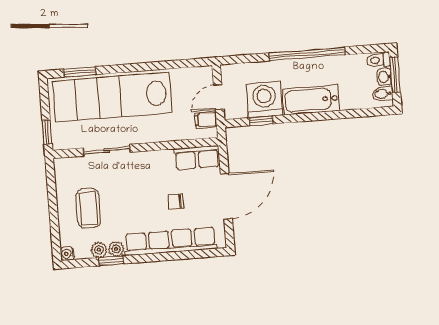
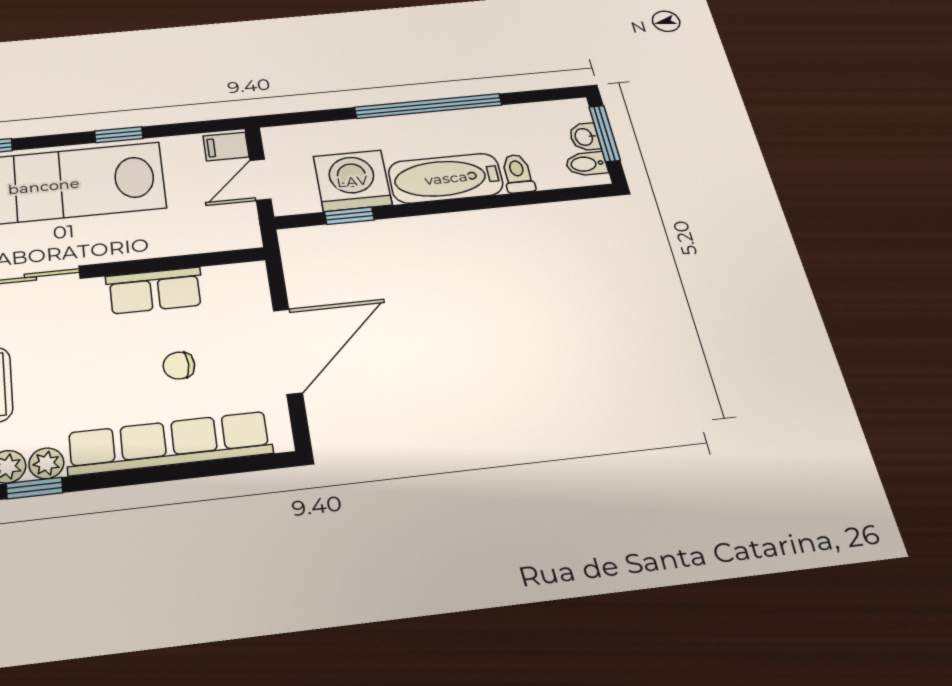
toilet: (378, 60) -> (518, 174), moved, turned 90
window: (149, 66) -> (119, 135), added
filing cabinet: (206, 120) -> (226, 147), moved
row of seats: (197, 158) -> (155, 291), moved

